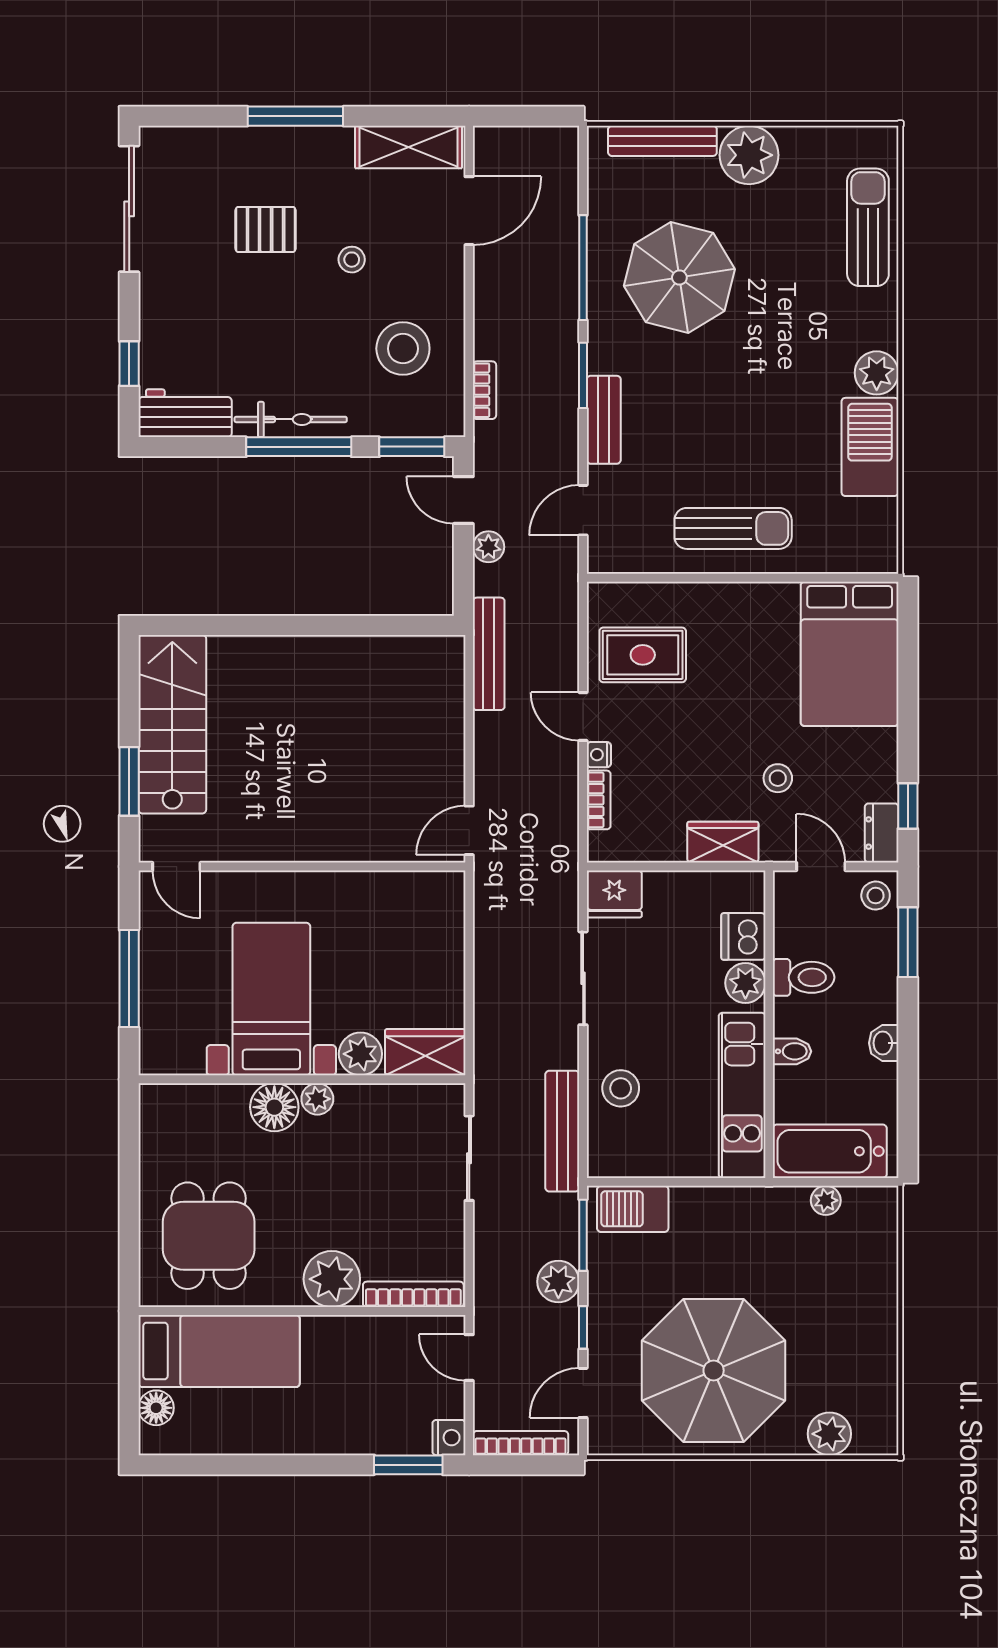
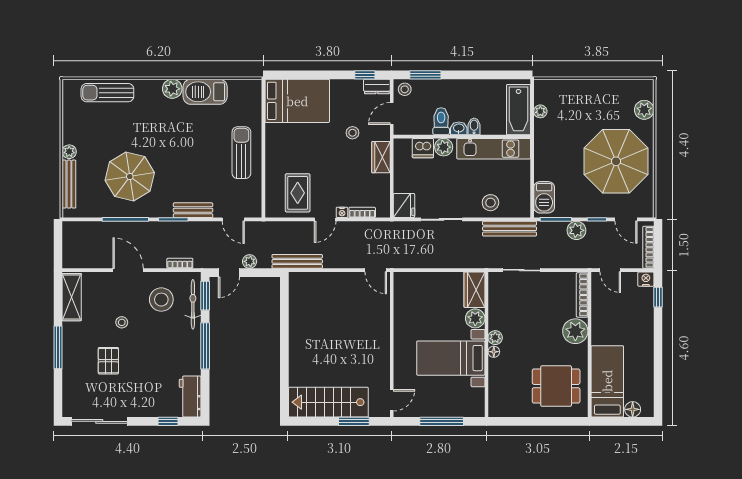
plant: (749, 155) -> (69, 152), width x0.53, depth x0.53
door: (469, 211) -> (128, 270), moved
bicycle: (291, 419) -> (193, 304), moved
washbasin: (884, 1043) -> (459, 128), moved, turned 180
floor lamp: (274, 1107) -> (494, 352), width x0.53, depth x0.53
door: (469, 1358) -> (610, 270), hinge flipped
window: (408, 1465) -> (658, 297), width x0.67

